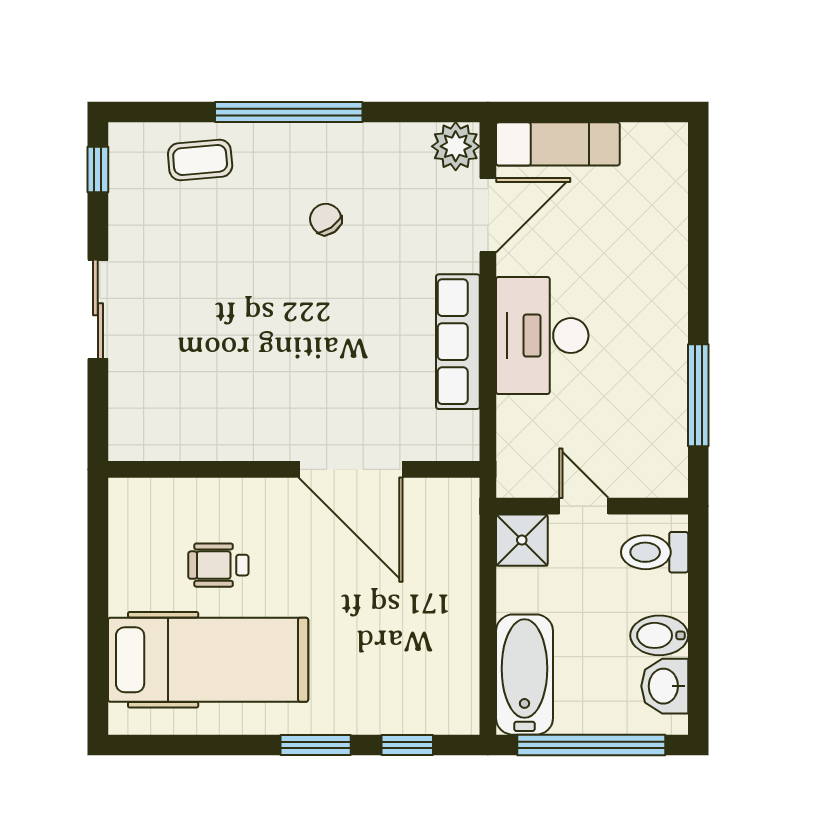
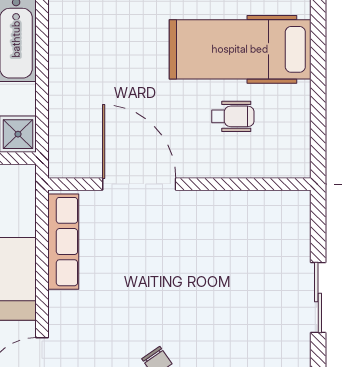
row of seats: (458, 342) -> (63, 242), moved

